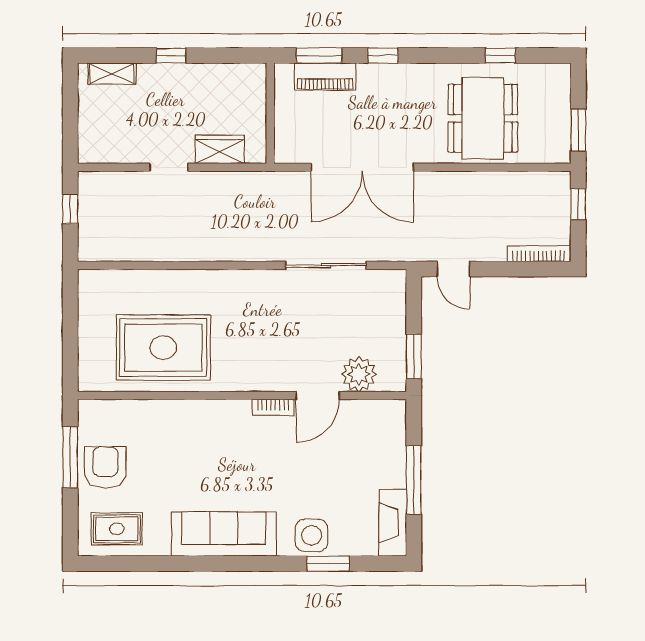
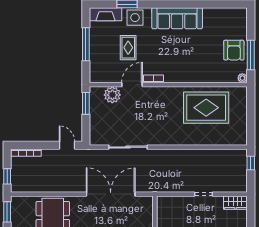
wardrobe: (220, 149) -> (235, 203), moved
window: (70, 209) -> (251, 163), moved
plant: (88, 409) -> (242, 78), added
fireplace: (393, 523) -> (106, 14), moved, turned 90
rug: (117, 529) -> (128, 48), moved, turned 90

